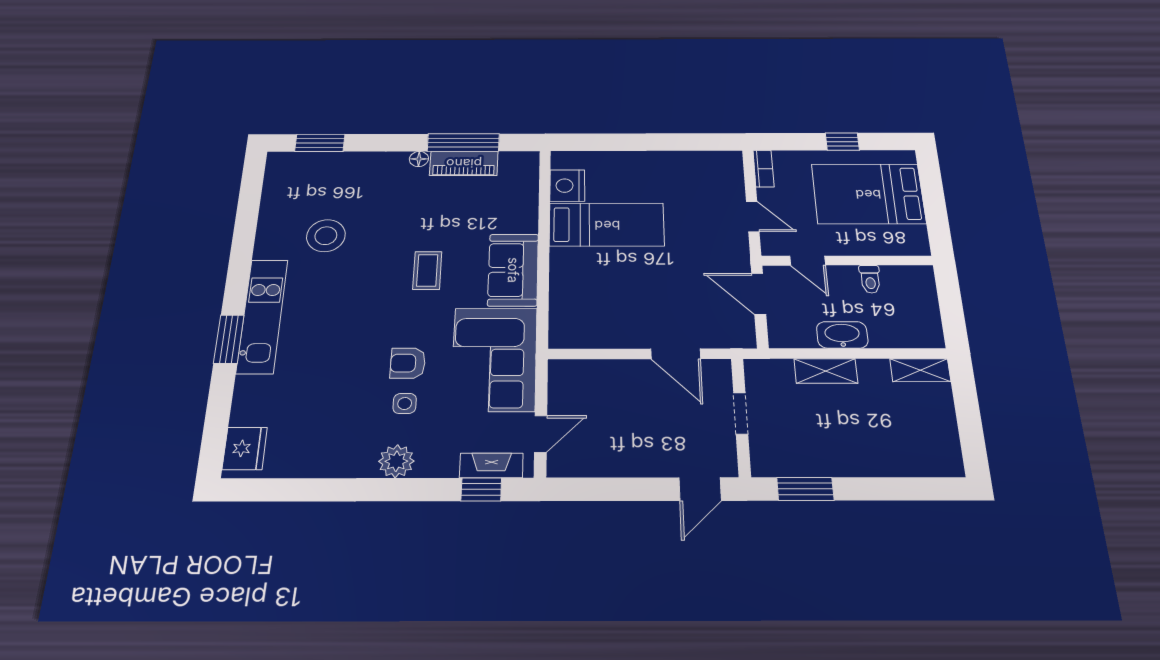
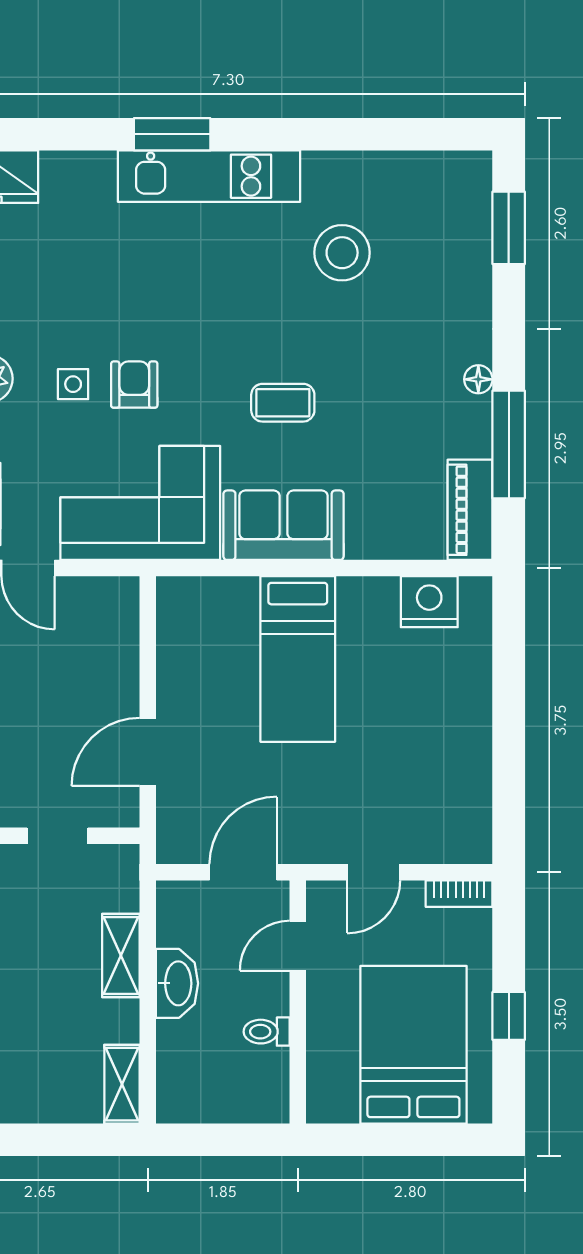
piano: (464, 163) -> (470, 510), moved
bed: (607, 225) -> (298, 659), moved

